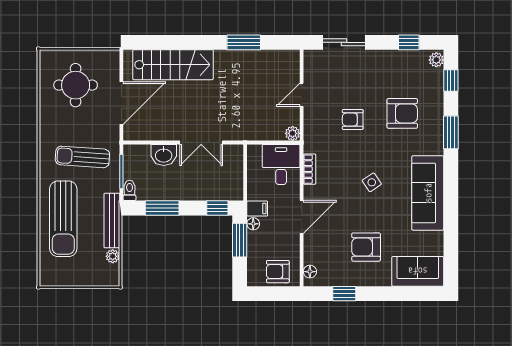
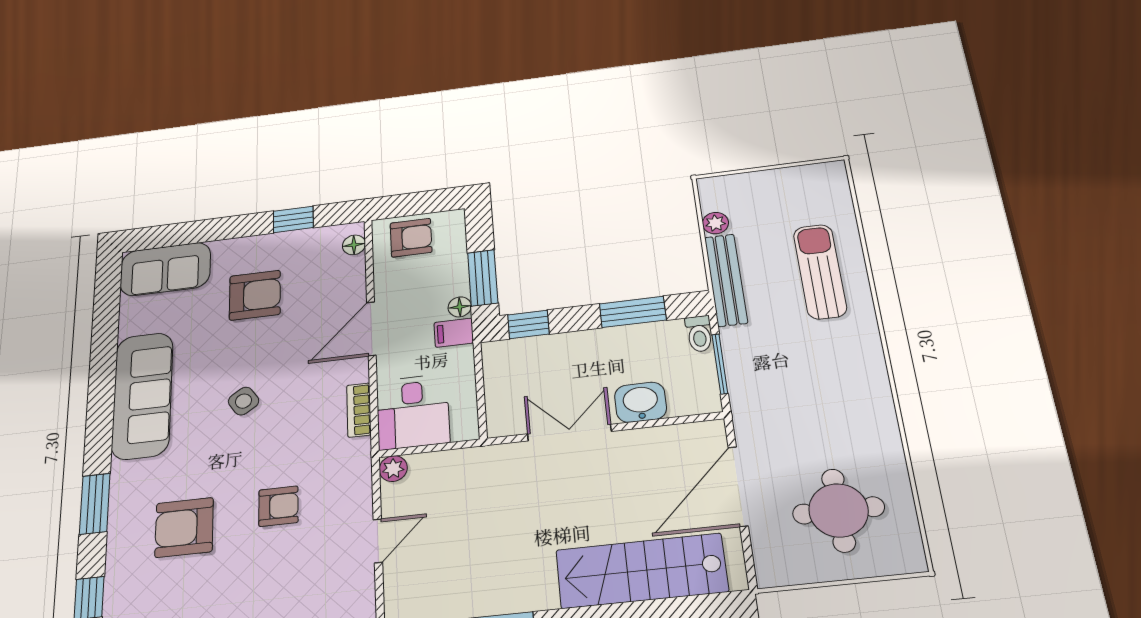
sun lounger: (82, 157) -> (801, 380), removed
sun lounger: (63, 219) -> (820, 271), width x0.73, depth x0.75

